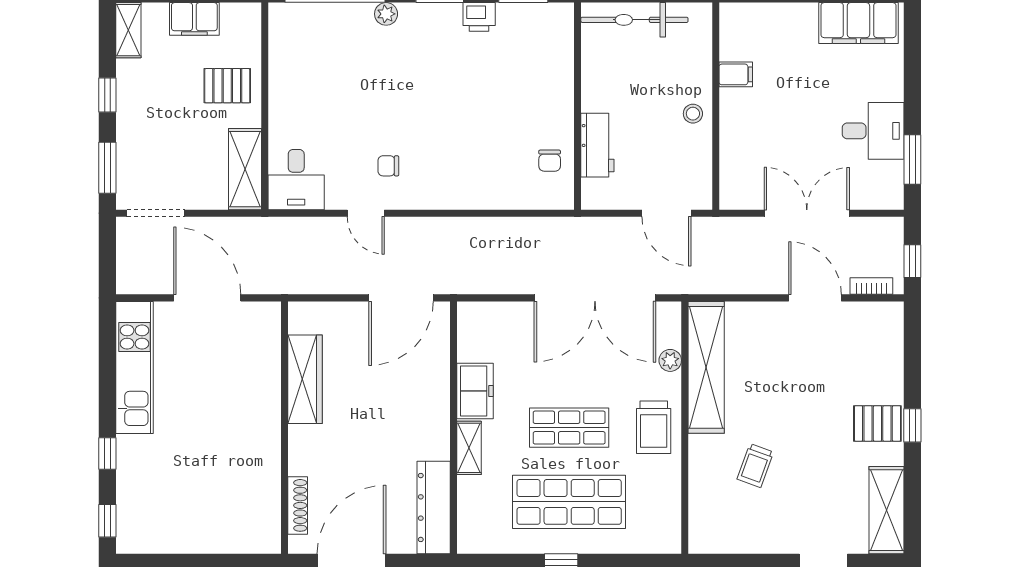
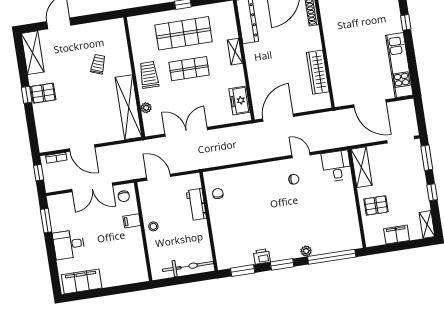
filing cabinet: (736, 74) -> (132, 221), moved
desk: (873, 131) -> (69, 244), moved
chair: (744, 185) -> (124, 196), added
double door: (595, 298) -> (186, 132), width x0.73
freezer: (475, 391) -> (240, 100), moved

